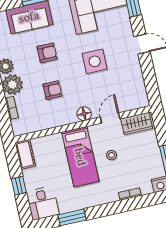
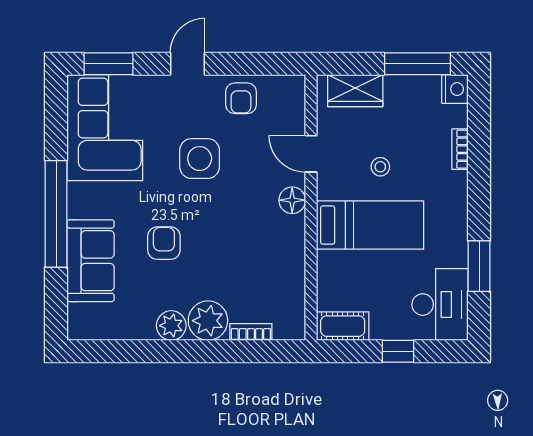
armchair: (52, 90) -> (241, 98), moved, turned 180
wardrobe: (137, 124) -> (355, 91), moved, turned 90
desk: (43, 203) -> (440, 305), width x1.37

